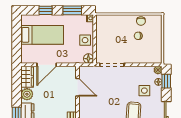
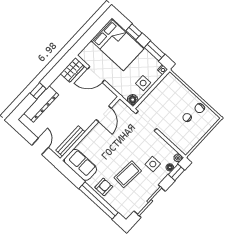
bed: (42, 35) -> (117, 45), width x1.50
plant: (27, 94) -> (60, 83), removed

